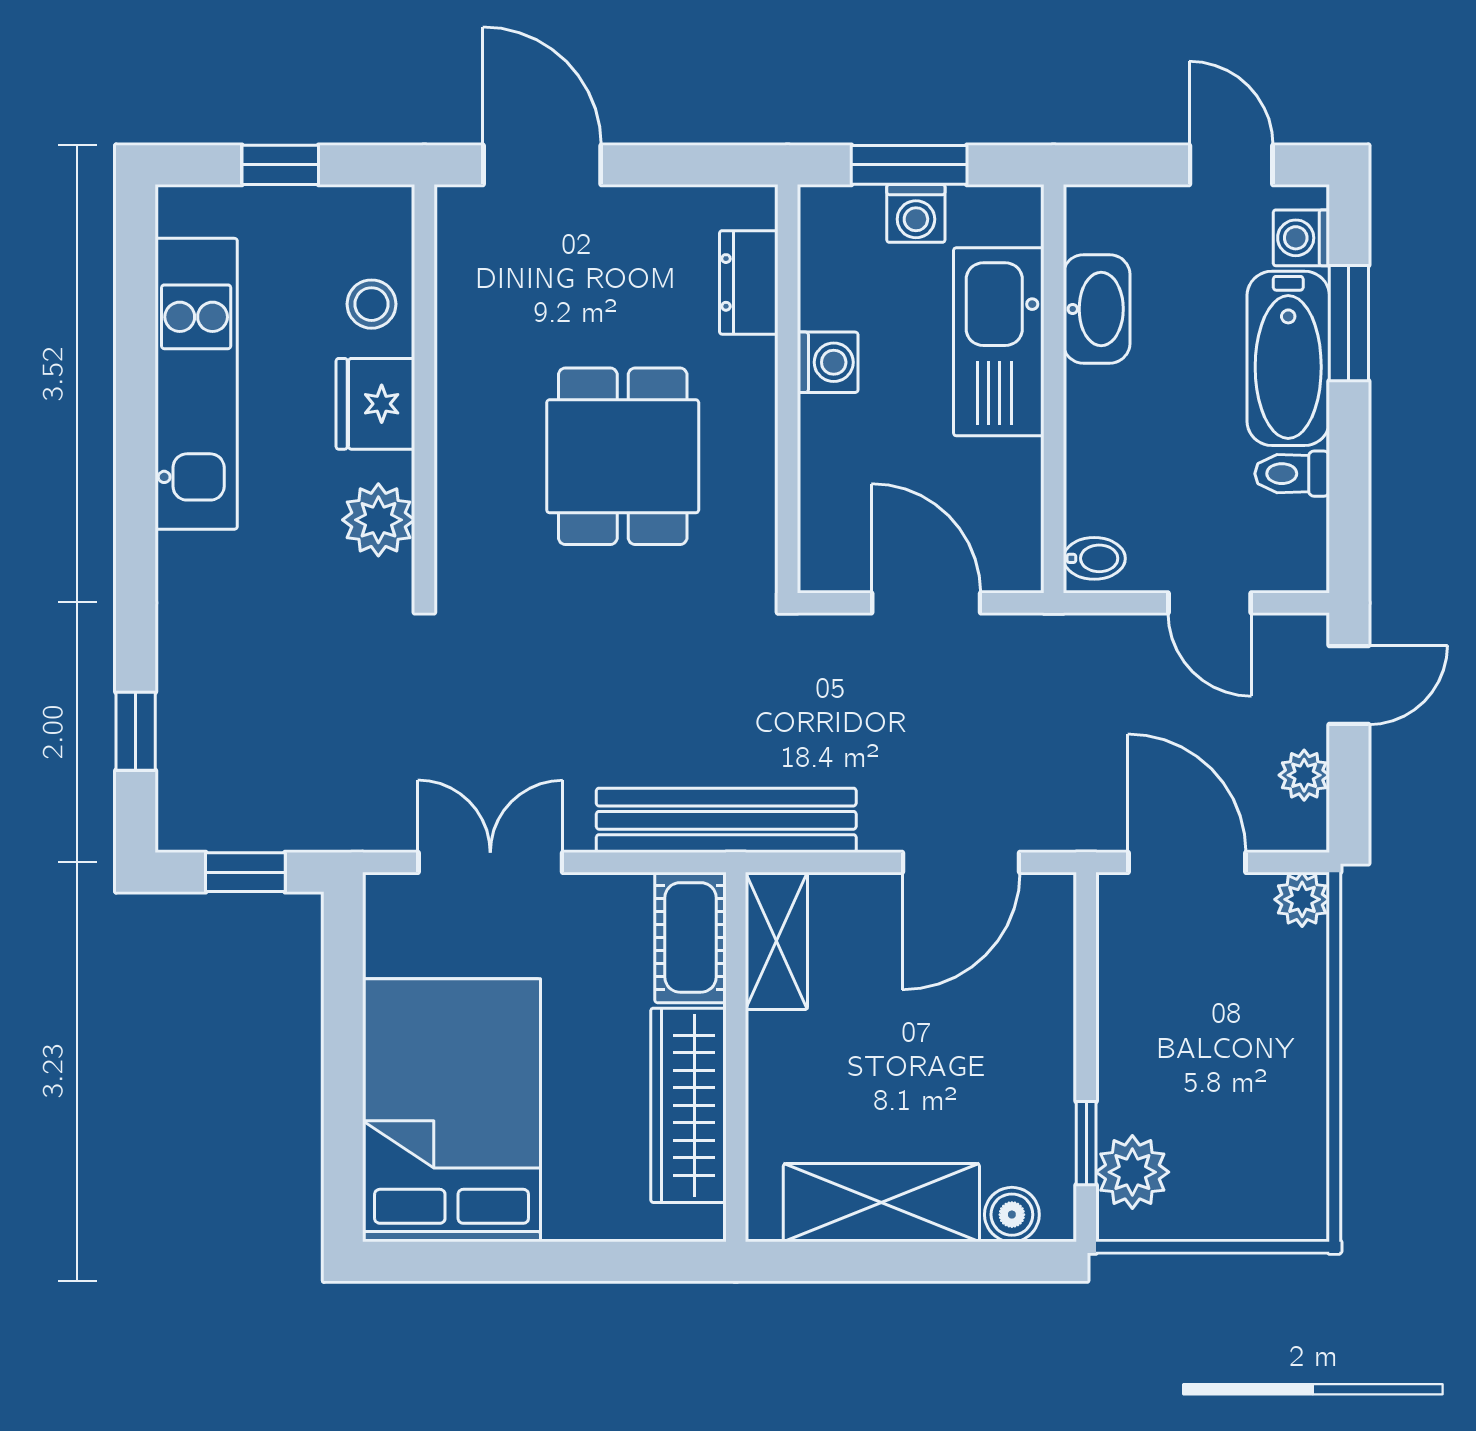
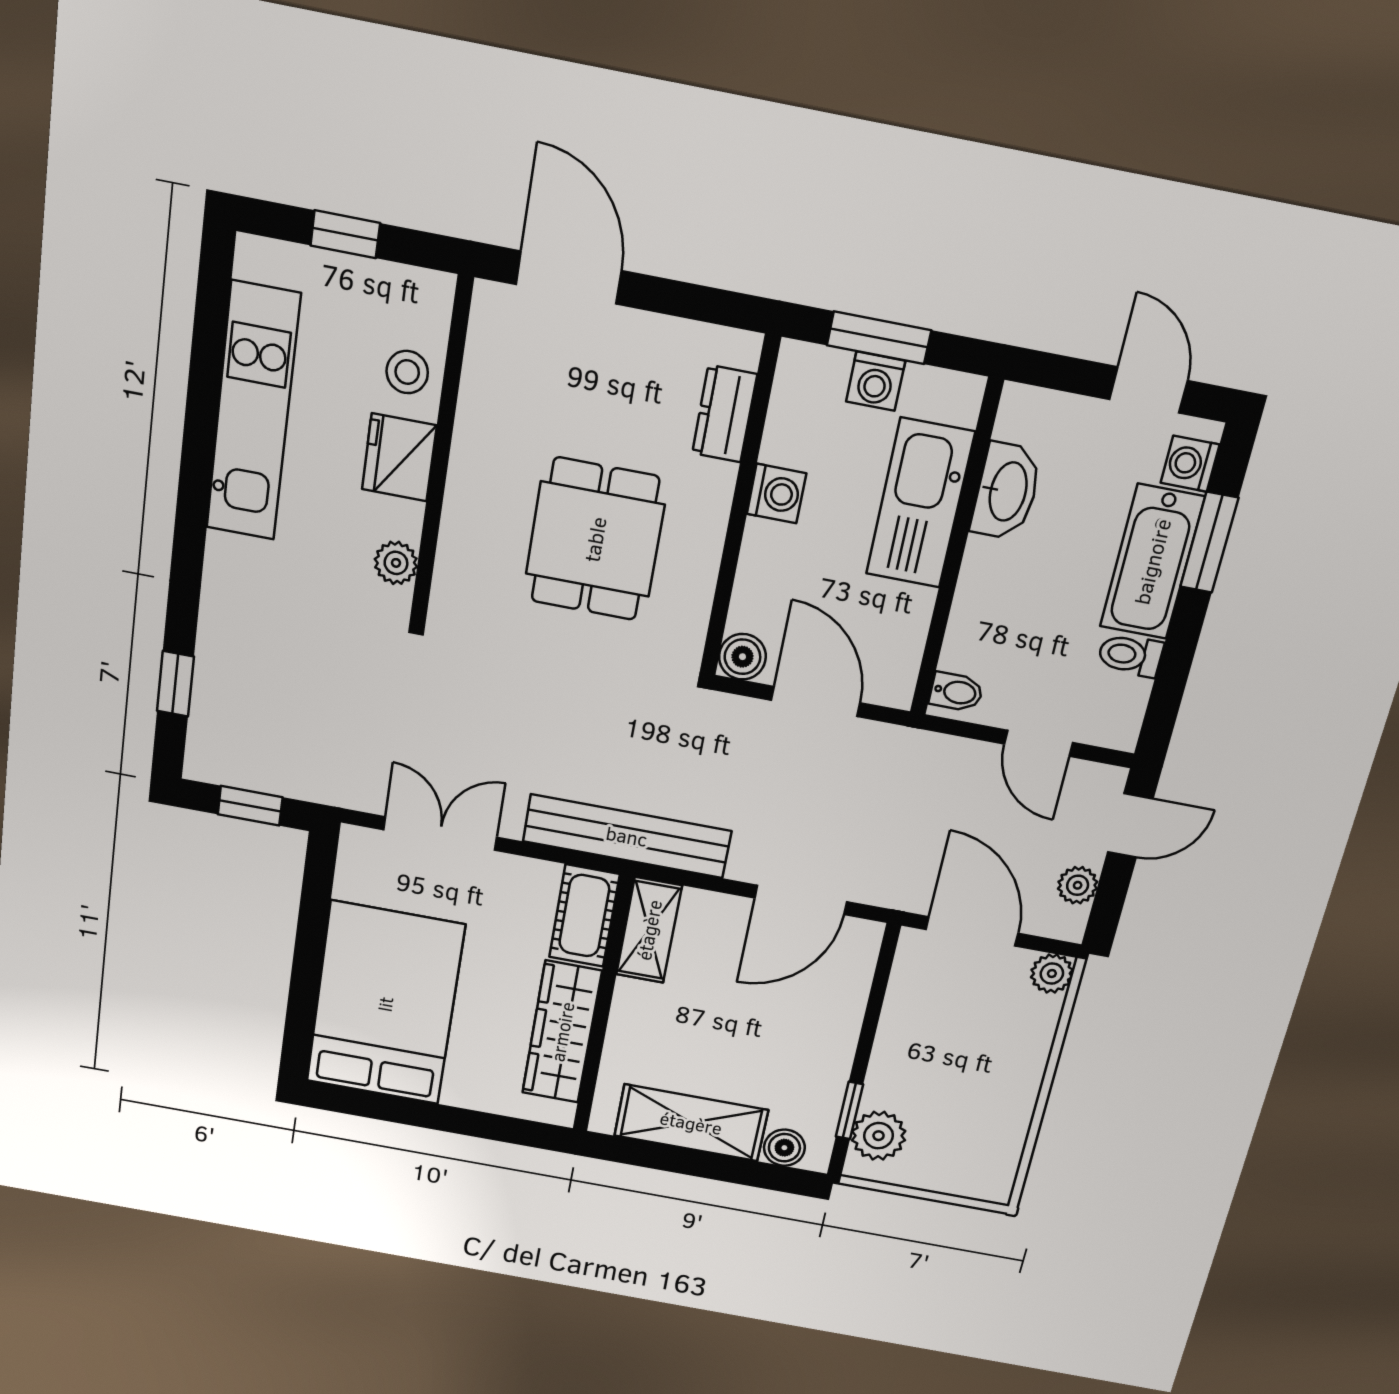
plant: (378, 520) -> (396, 563), width x0.73, depth x0.73
boiler: (826, 564) -> (742, 657), added

